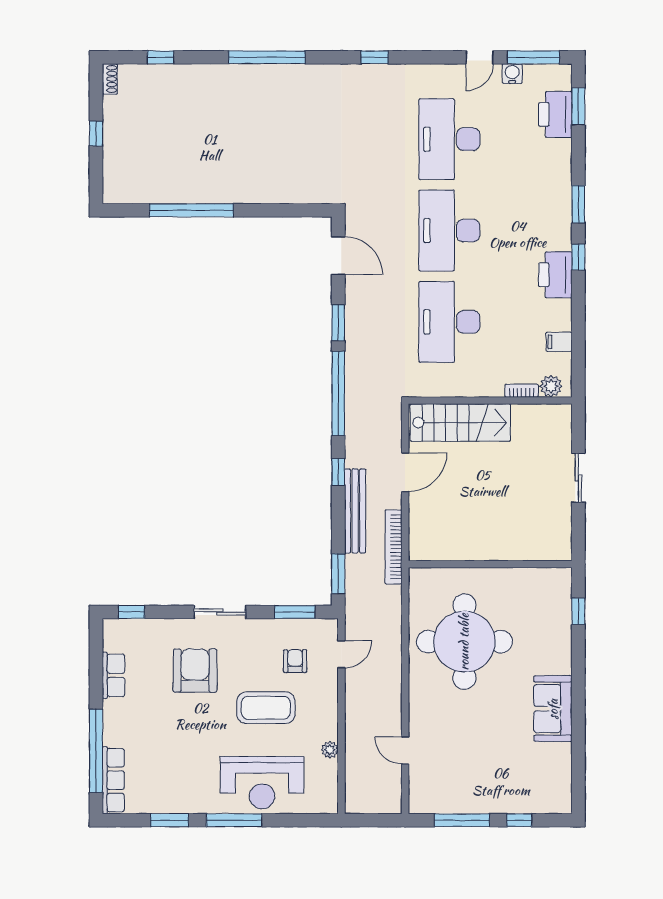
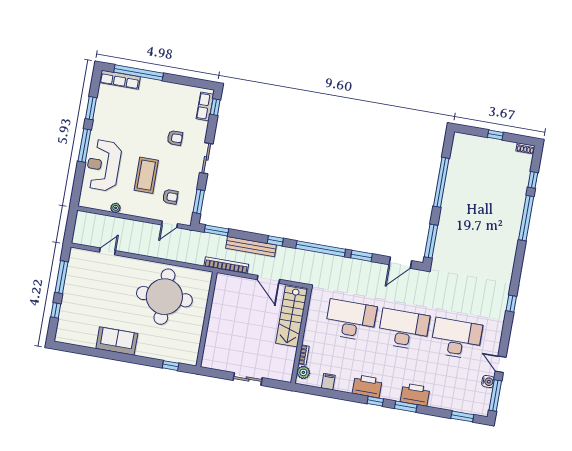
window: (267, 57) -> (526, 218), moved
printer: (555, 114) -> (415, 395), moved
window: (293, 210) -> (431, 241), added
door: (341, 654) -> (170, 224), hinge flipped
armchair: (195, 671) -> (175, 138), width x0.53, depth x0.53
row of seats: (113, 675) -> (205, 107), moved, turned 90

